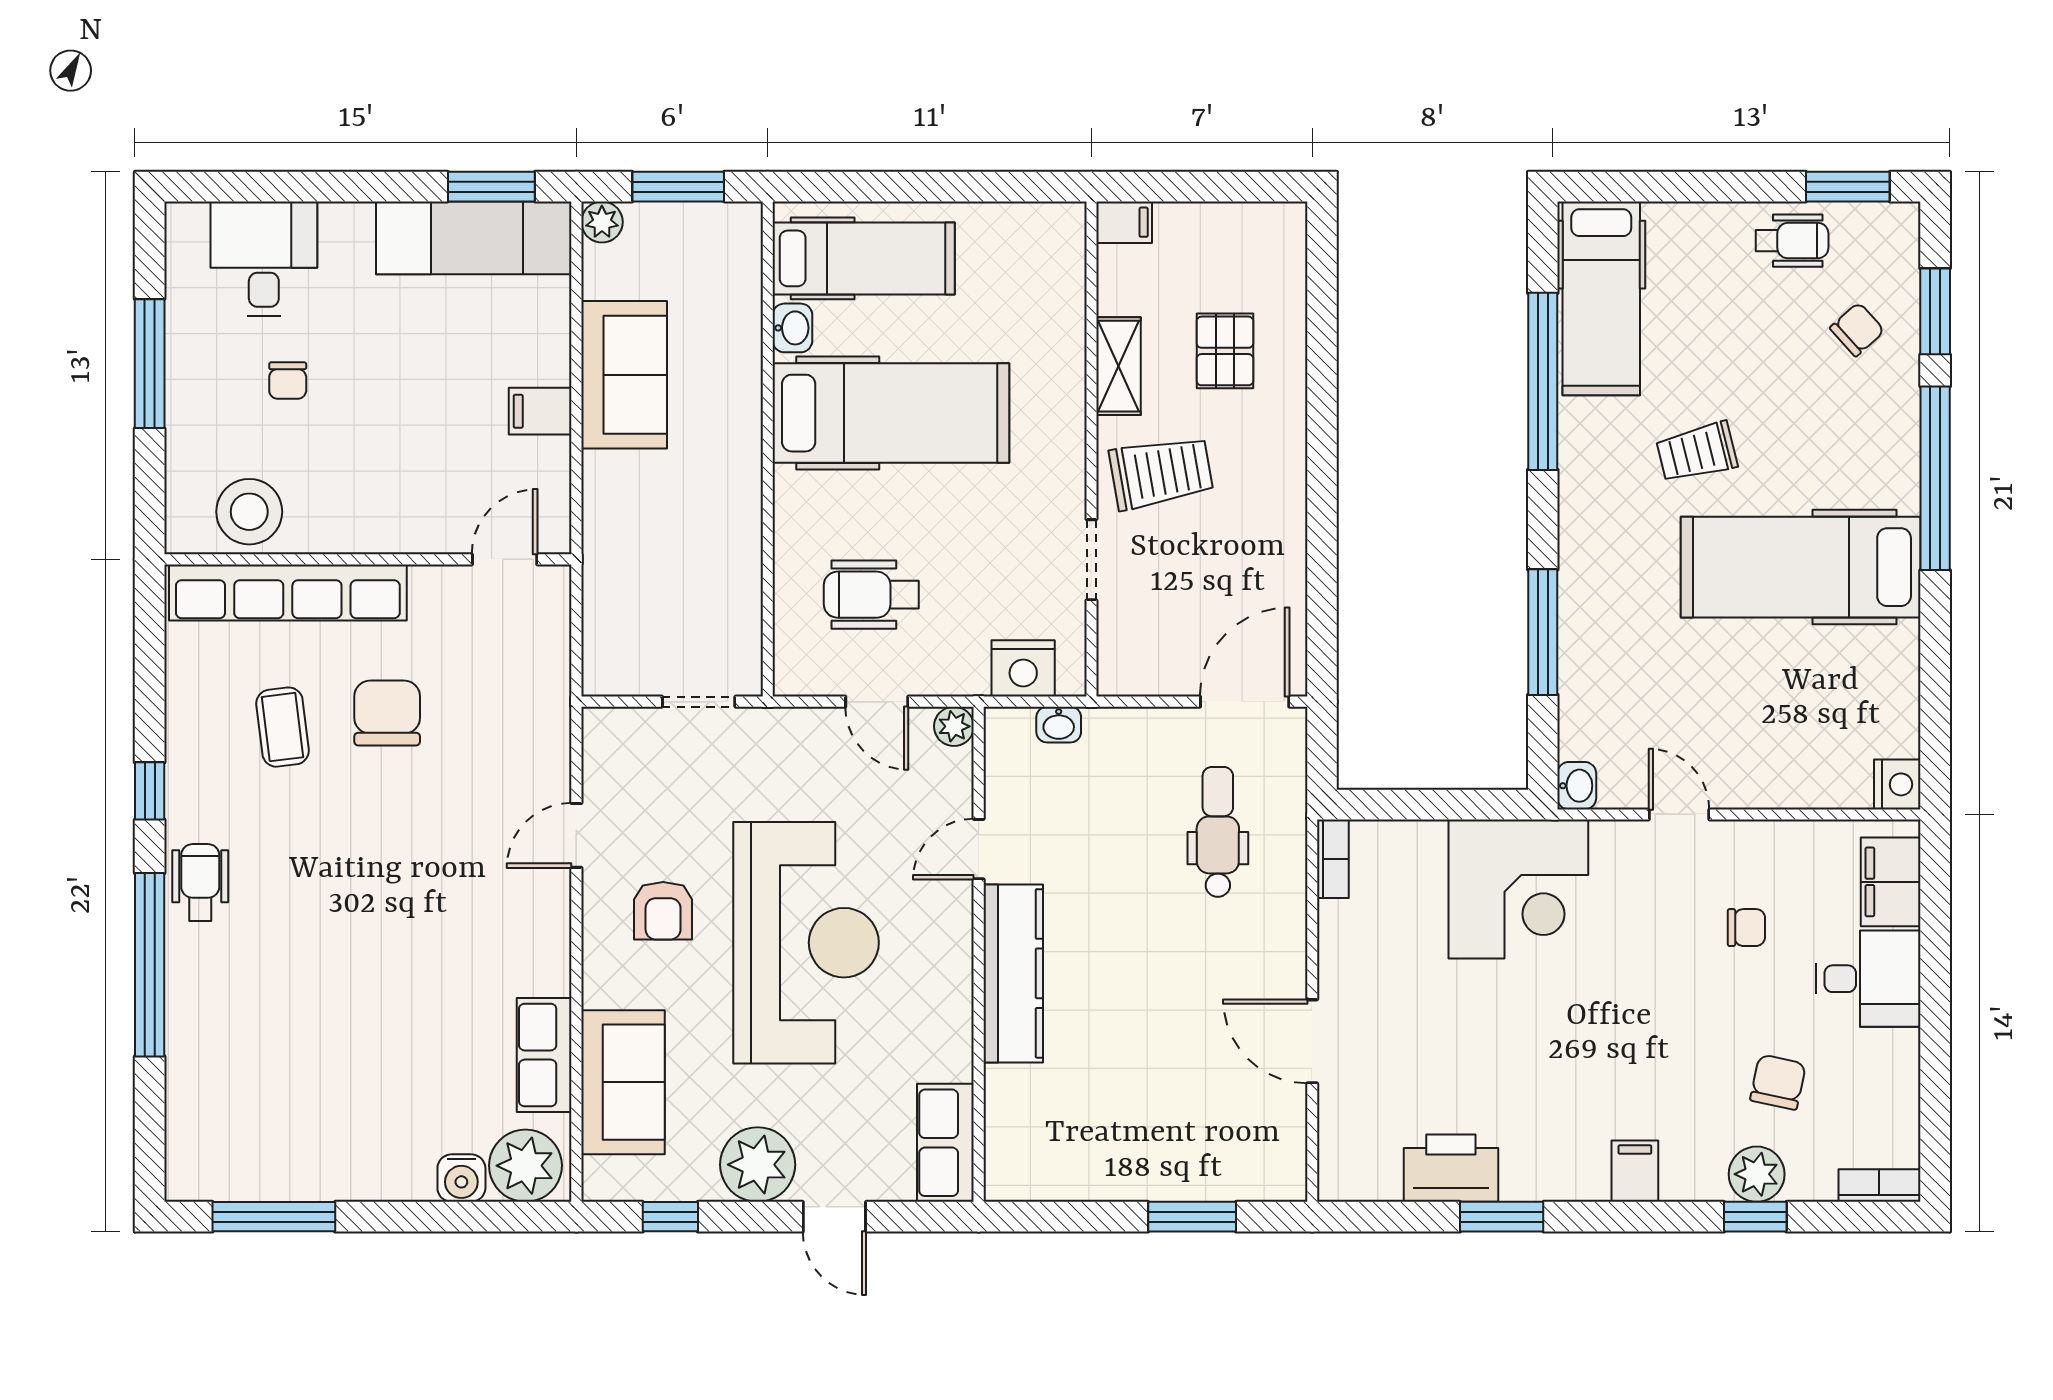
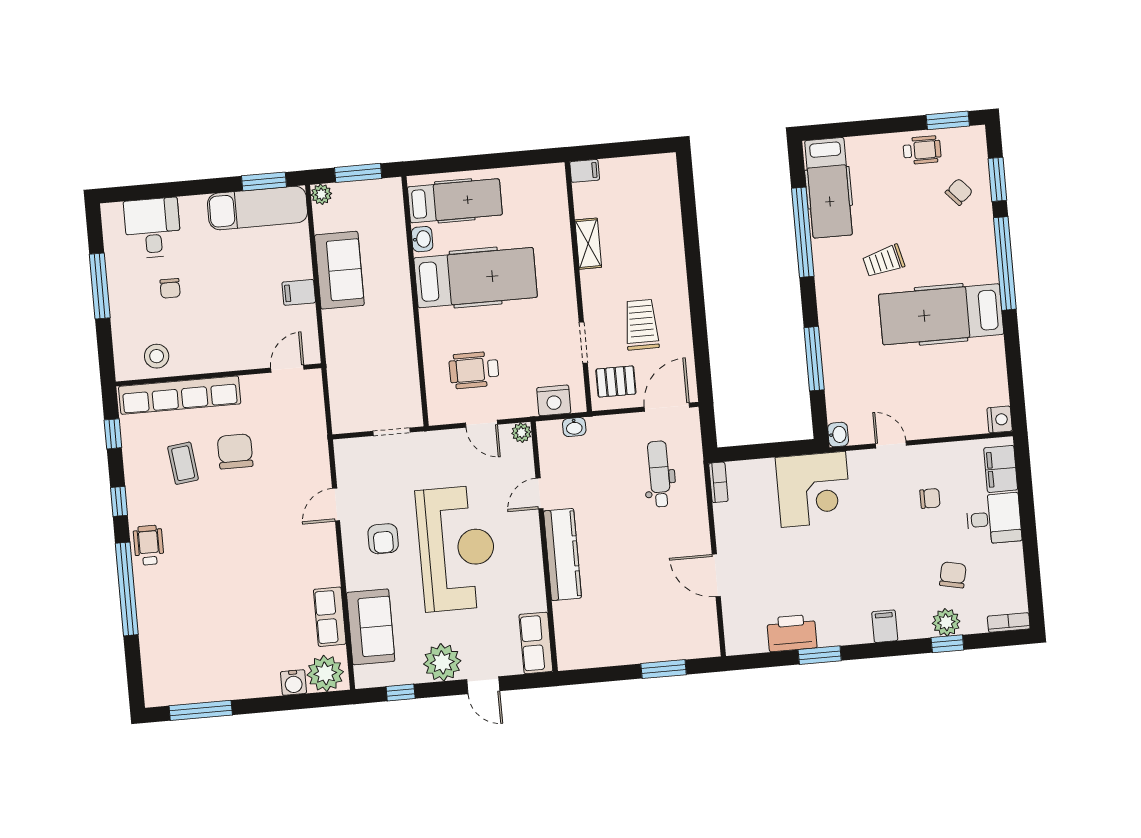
pallet: (1225, 351) -> (616, 382), moved, turned 90
trolley: (1161, 473) -> (641, 325), moved, turned -80
stool: (249, 512) -> (157, 356), width x0.73, depth x0.73
window: (150, 657) -> (113, 434), added

